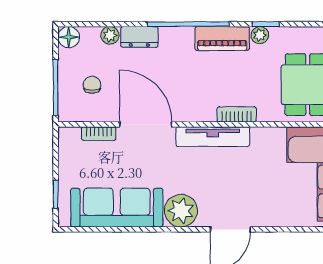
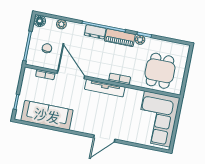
dresser: (139, 37) -> (95, 32), moved
plant: (181, 211) -> (80, 124), removed

